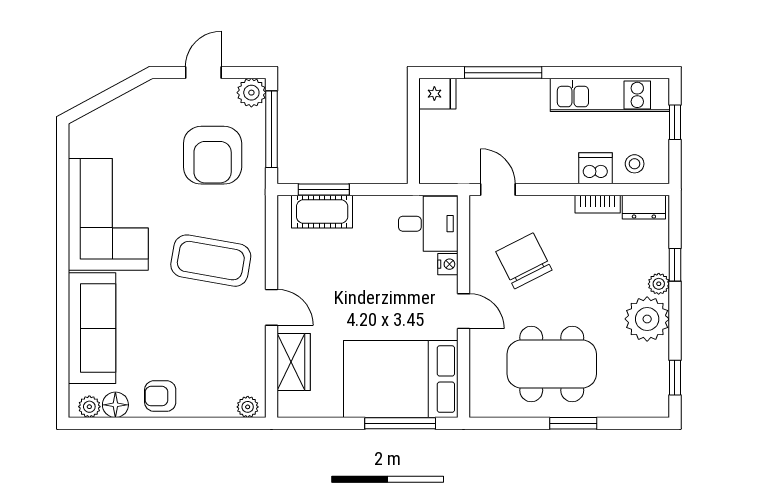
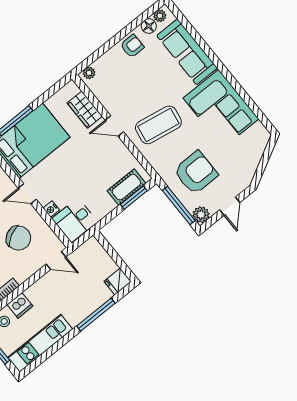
armchair: (213, 155) -> (196, 173), turned 90

